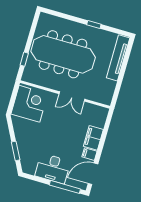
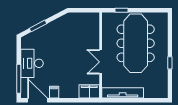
tv unit: (118, 58) -> (123, 93), moved
corner desk: (29, 104) -> (83, 26), removed
filing cabinet: (93, 138) -> (89, 91), moved

